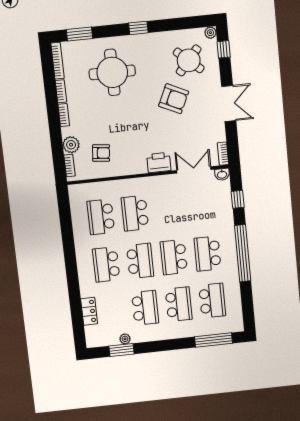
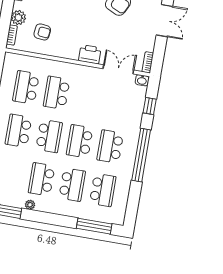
school desk: (145, 308) -> (42, 179), turned 180
plant: (125, 339) -> (30, 205), moved

